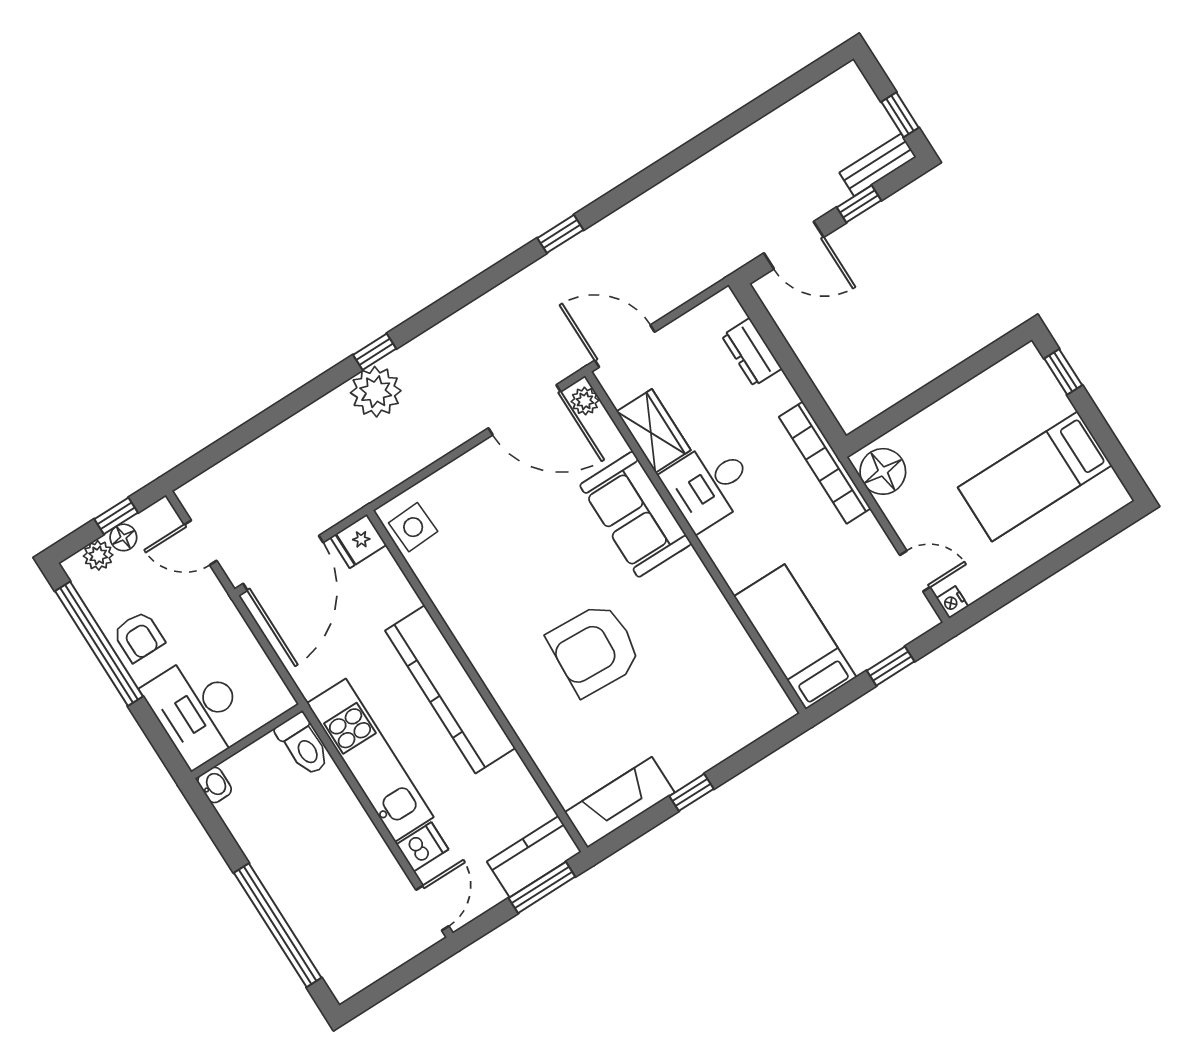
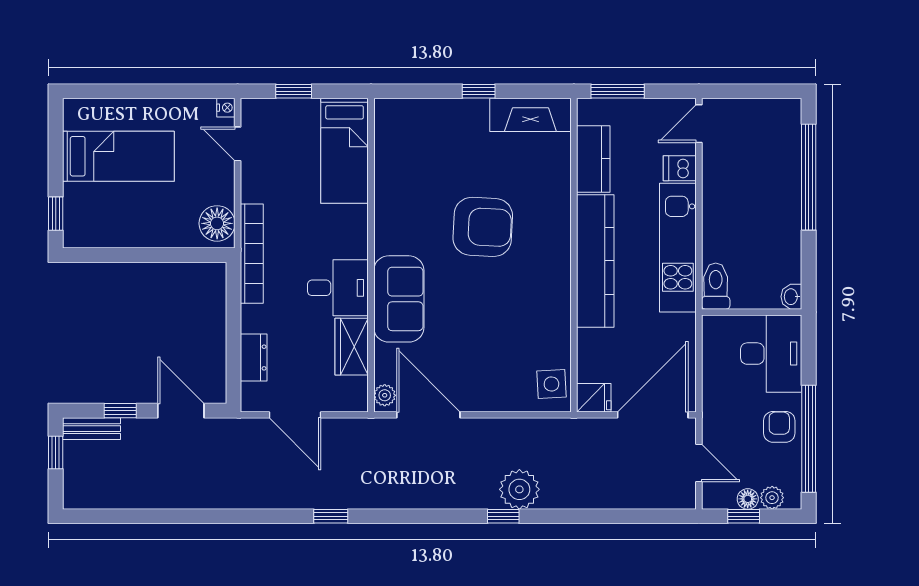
door: (625, 346) -> (295, 415), moved
kitchen counter: (534, 857) -> (593, 159), moved, turned -90

